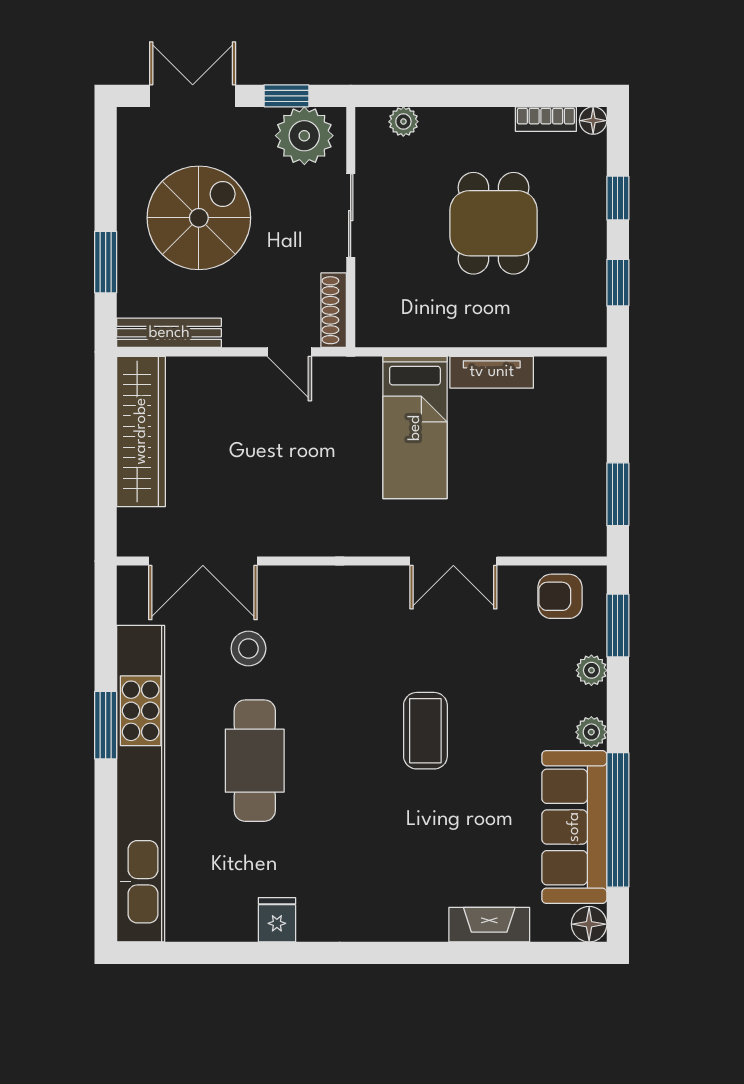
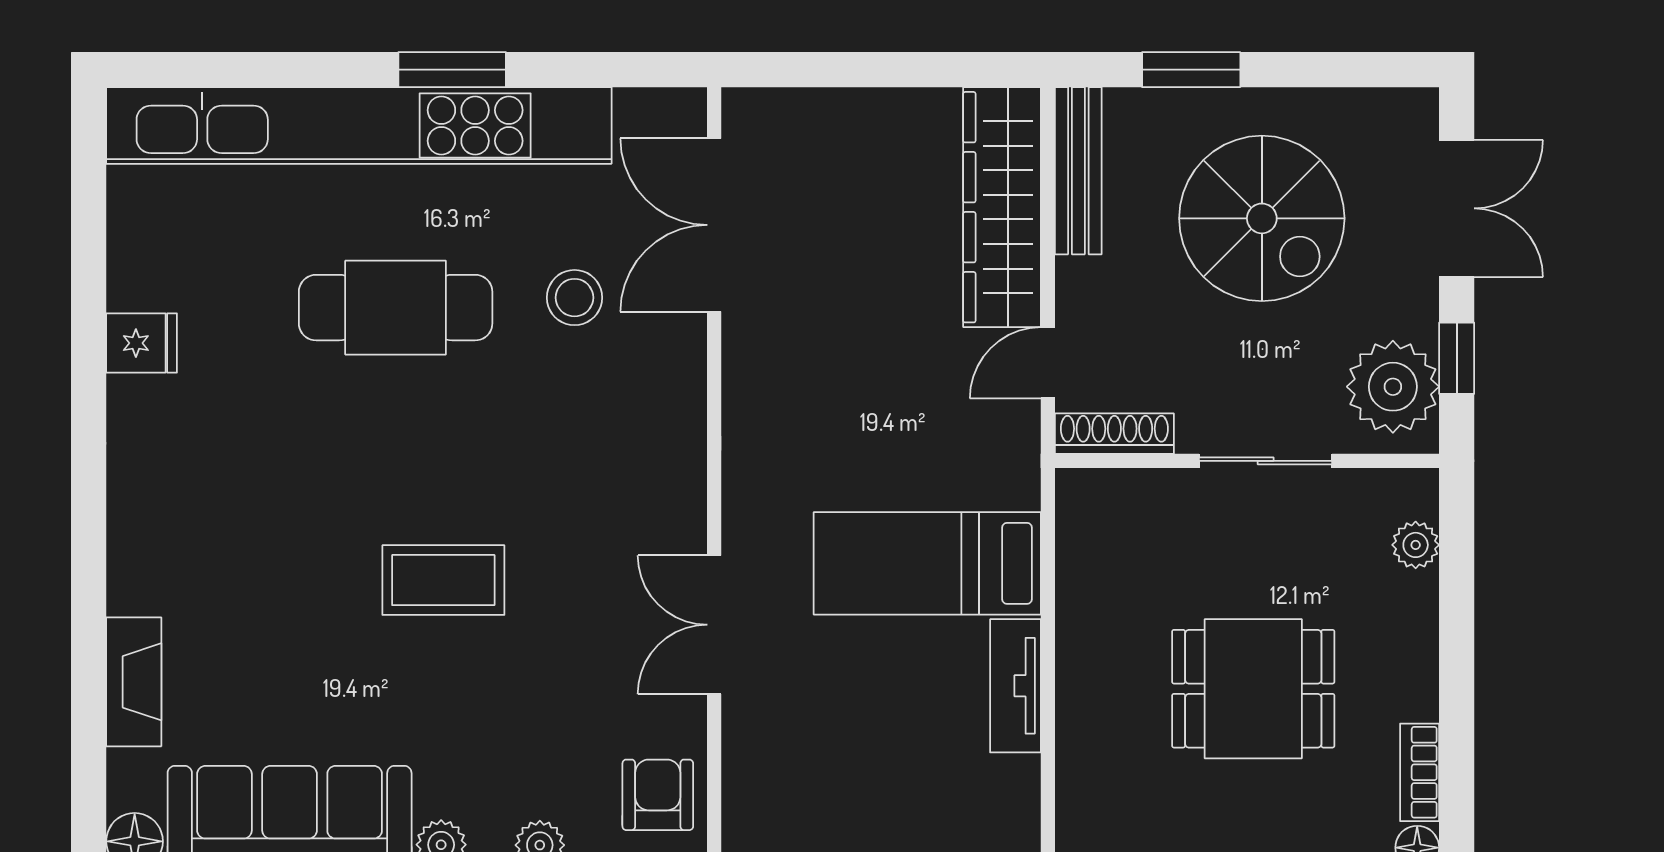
wardrobe: (141, 431) -> (1002, 207), moved, turned 90

